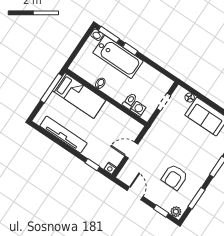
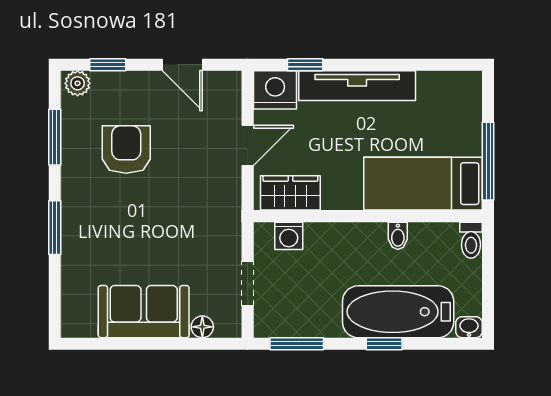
window: (109, 35) -> (297, 344), moved
toilet: (130, 101) -> (471, 240), moved
wardrobe: (128, 123) -> (290, 193), added
tv unit: (64, 135) -> (357, 86), moved
nightstand: (110, 168) -> (275, 90), width x1.89, depth x1.79

